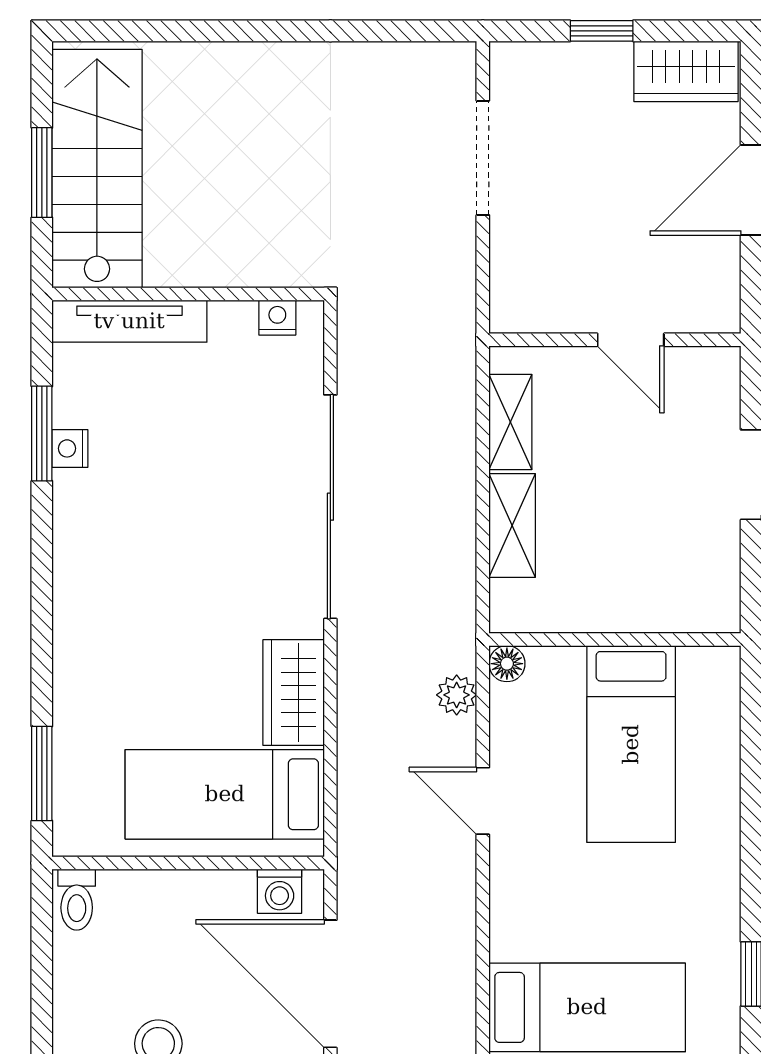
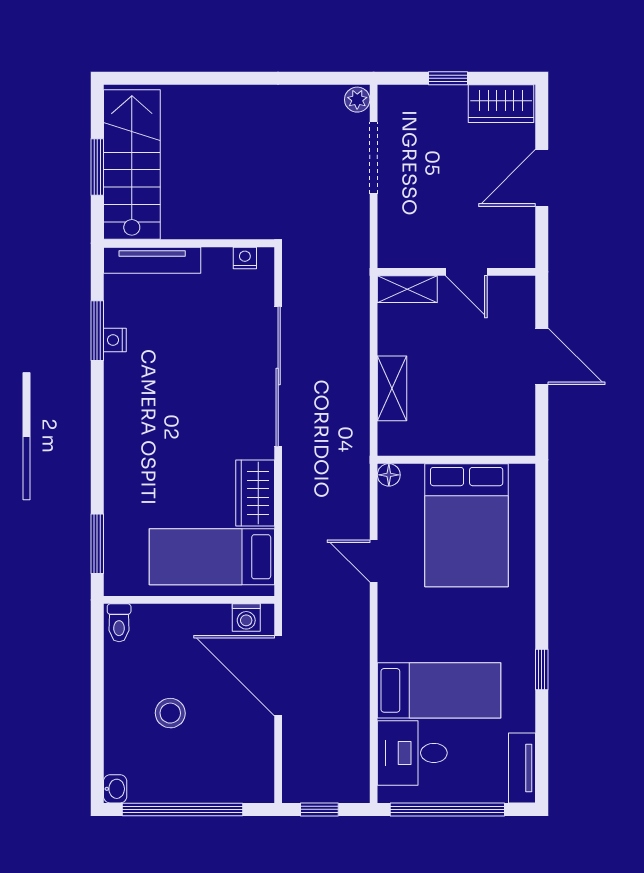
shelving: (510, 422) -> (407, 289), moved, turned 90
plant: (457, 695) -> (357, 100), moved
bed: (631, 744) -> (467, 525), width x1.50

